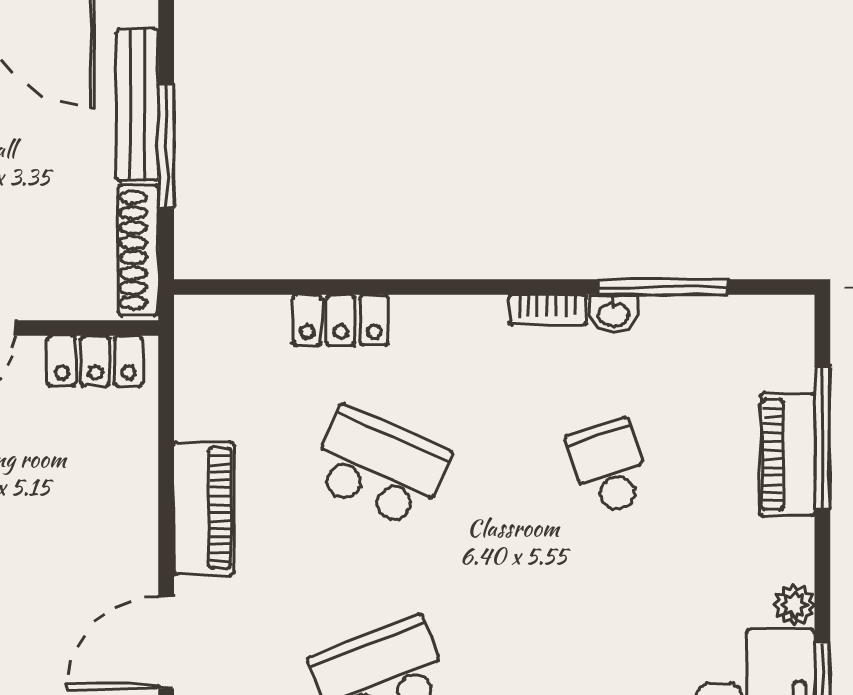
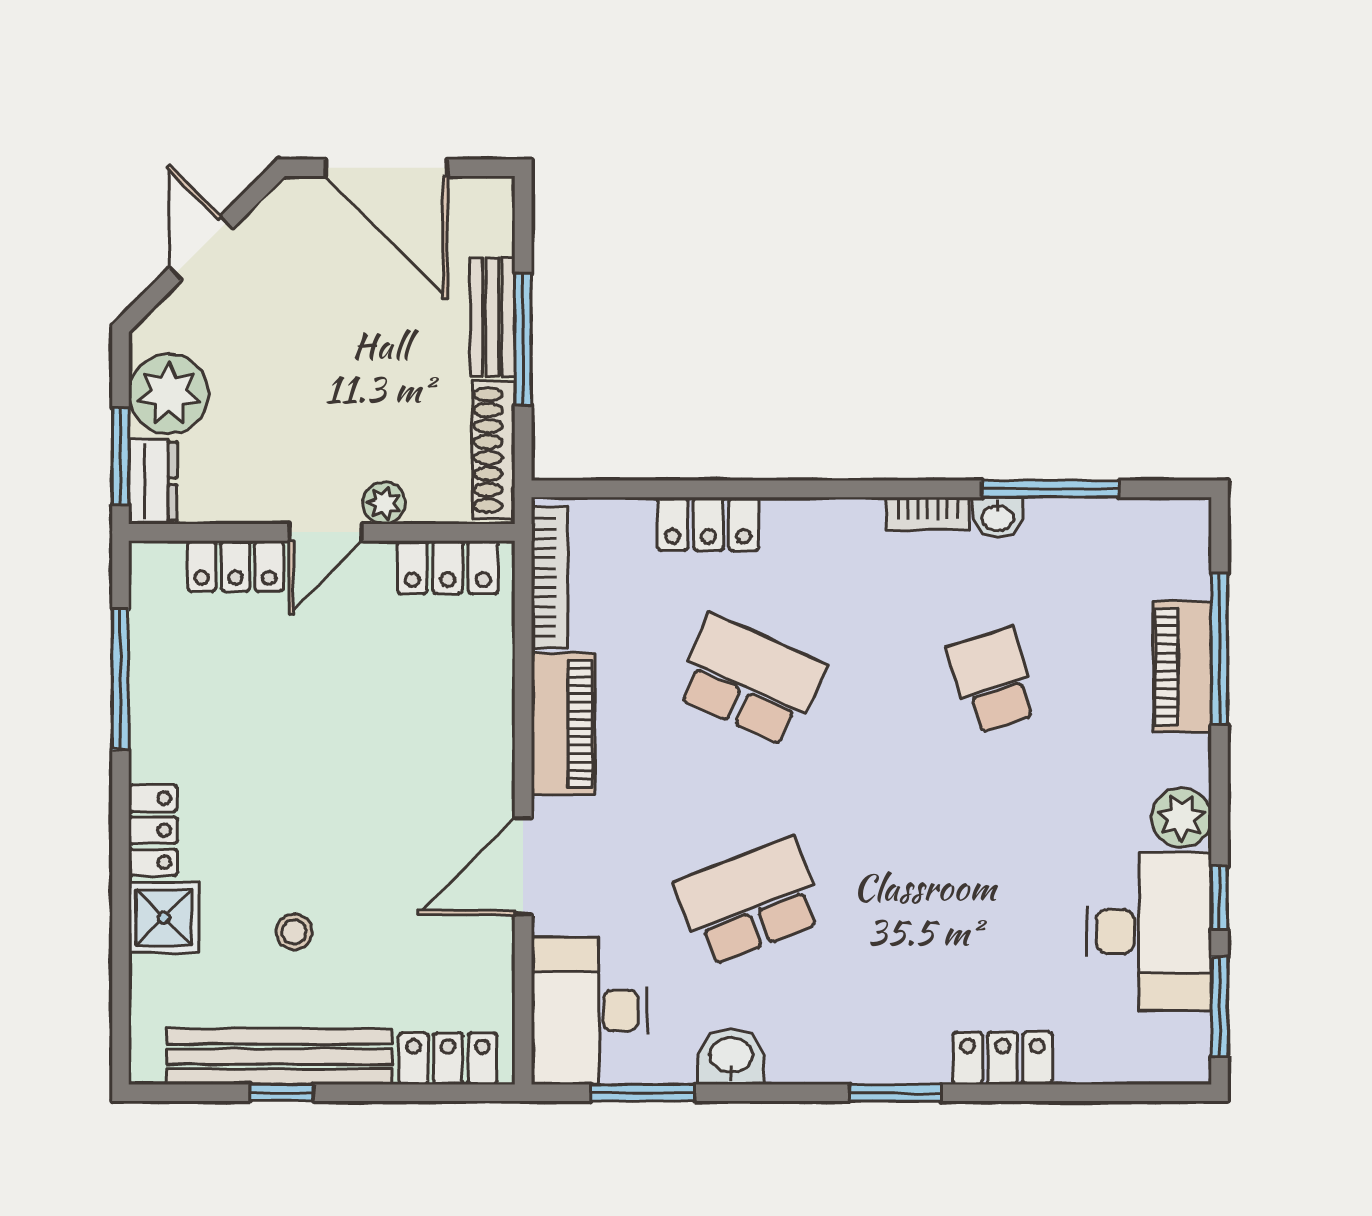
bench: (137, 105) -> (492, 317), width x0.73
plant: (35, 300) -> (384, 503), added
bookcase: (191, 370) -> (549, 577), added
plant: (794, 605) -> (1181, 818), width x1.38, depth x1.38

